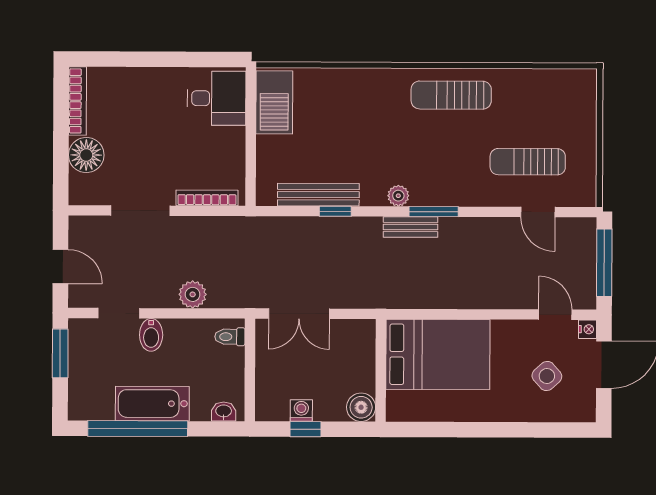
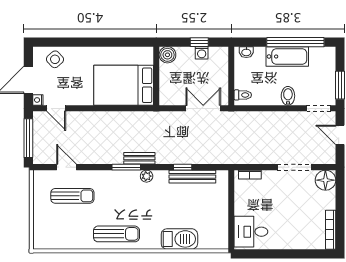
barbecue: (274, 102) -> (179, 239), moved, turned 90
floor lamp: (86, 155) -> (325, 180), moved
bookcase: (207, 198) -> (250, 175), width x0.64
plant: (193, 294) -> (264, 119), removed
doorway: (119, 313) -> (319, 108), moved
side table: (547, 376) -> (55, 59), moved

